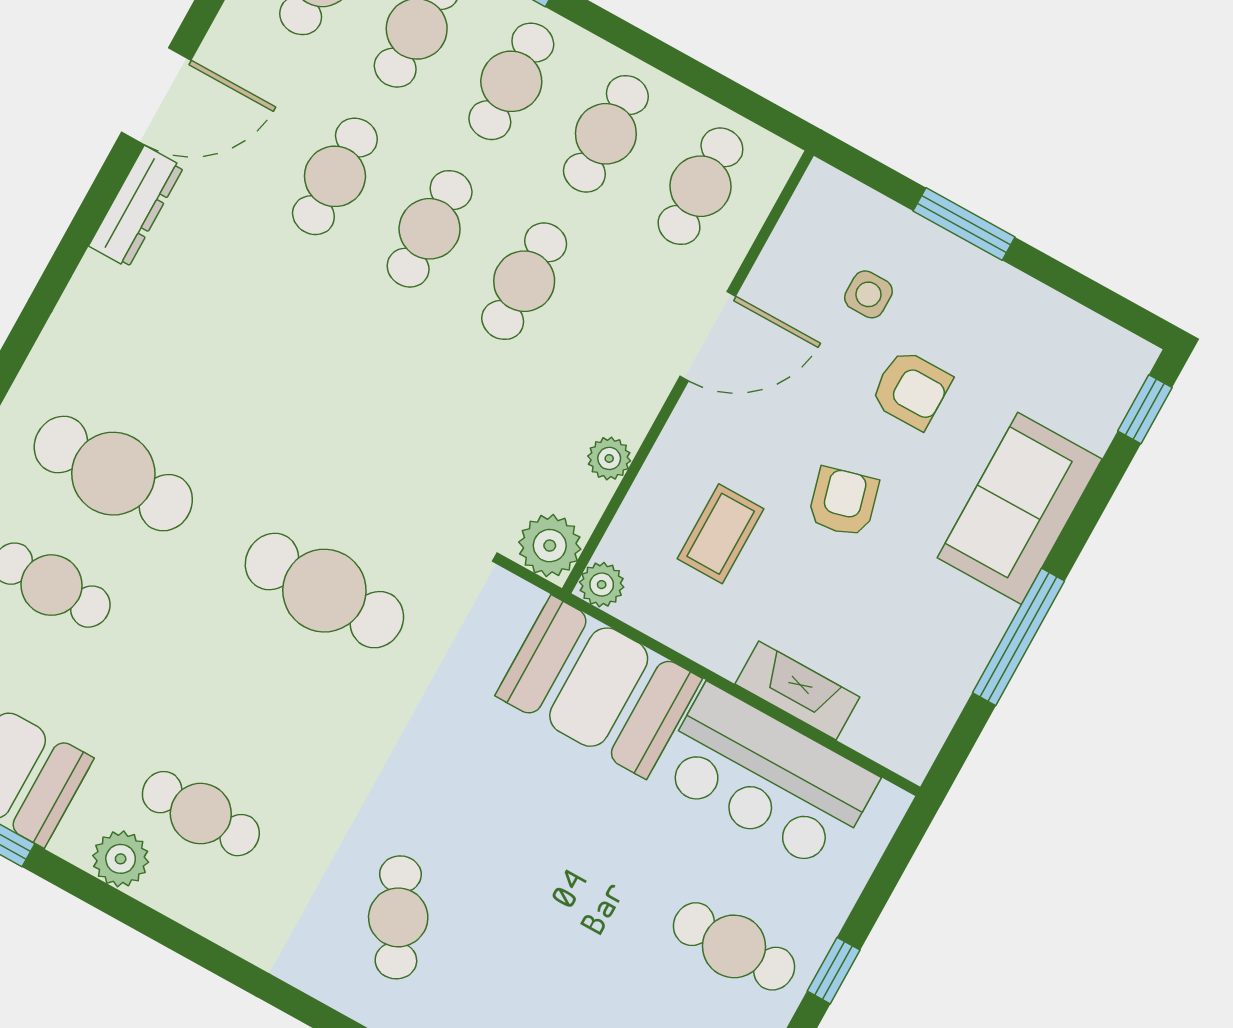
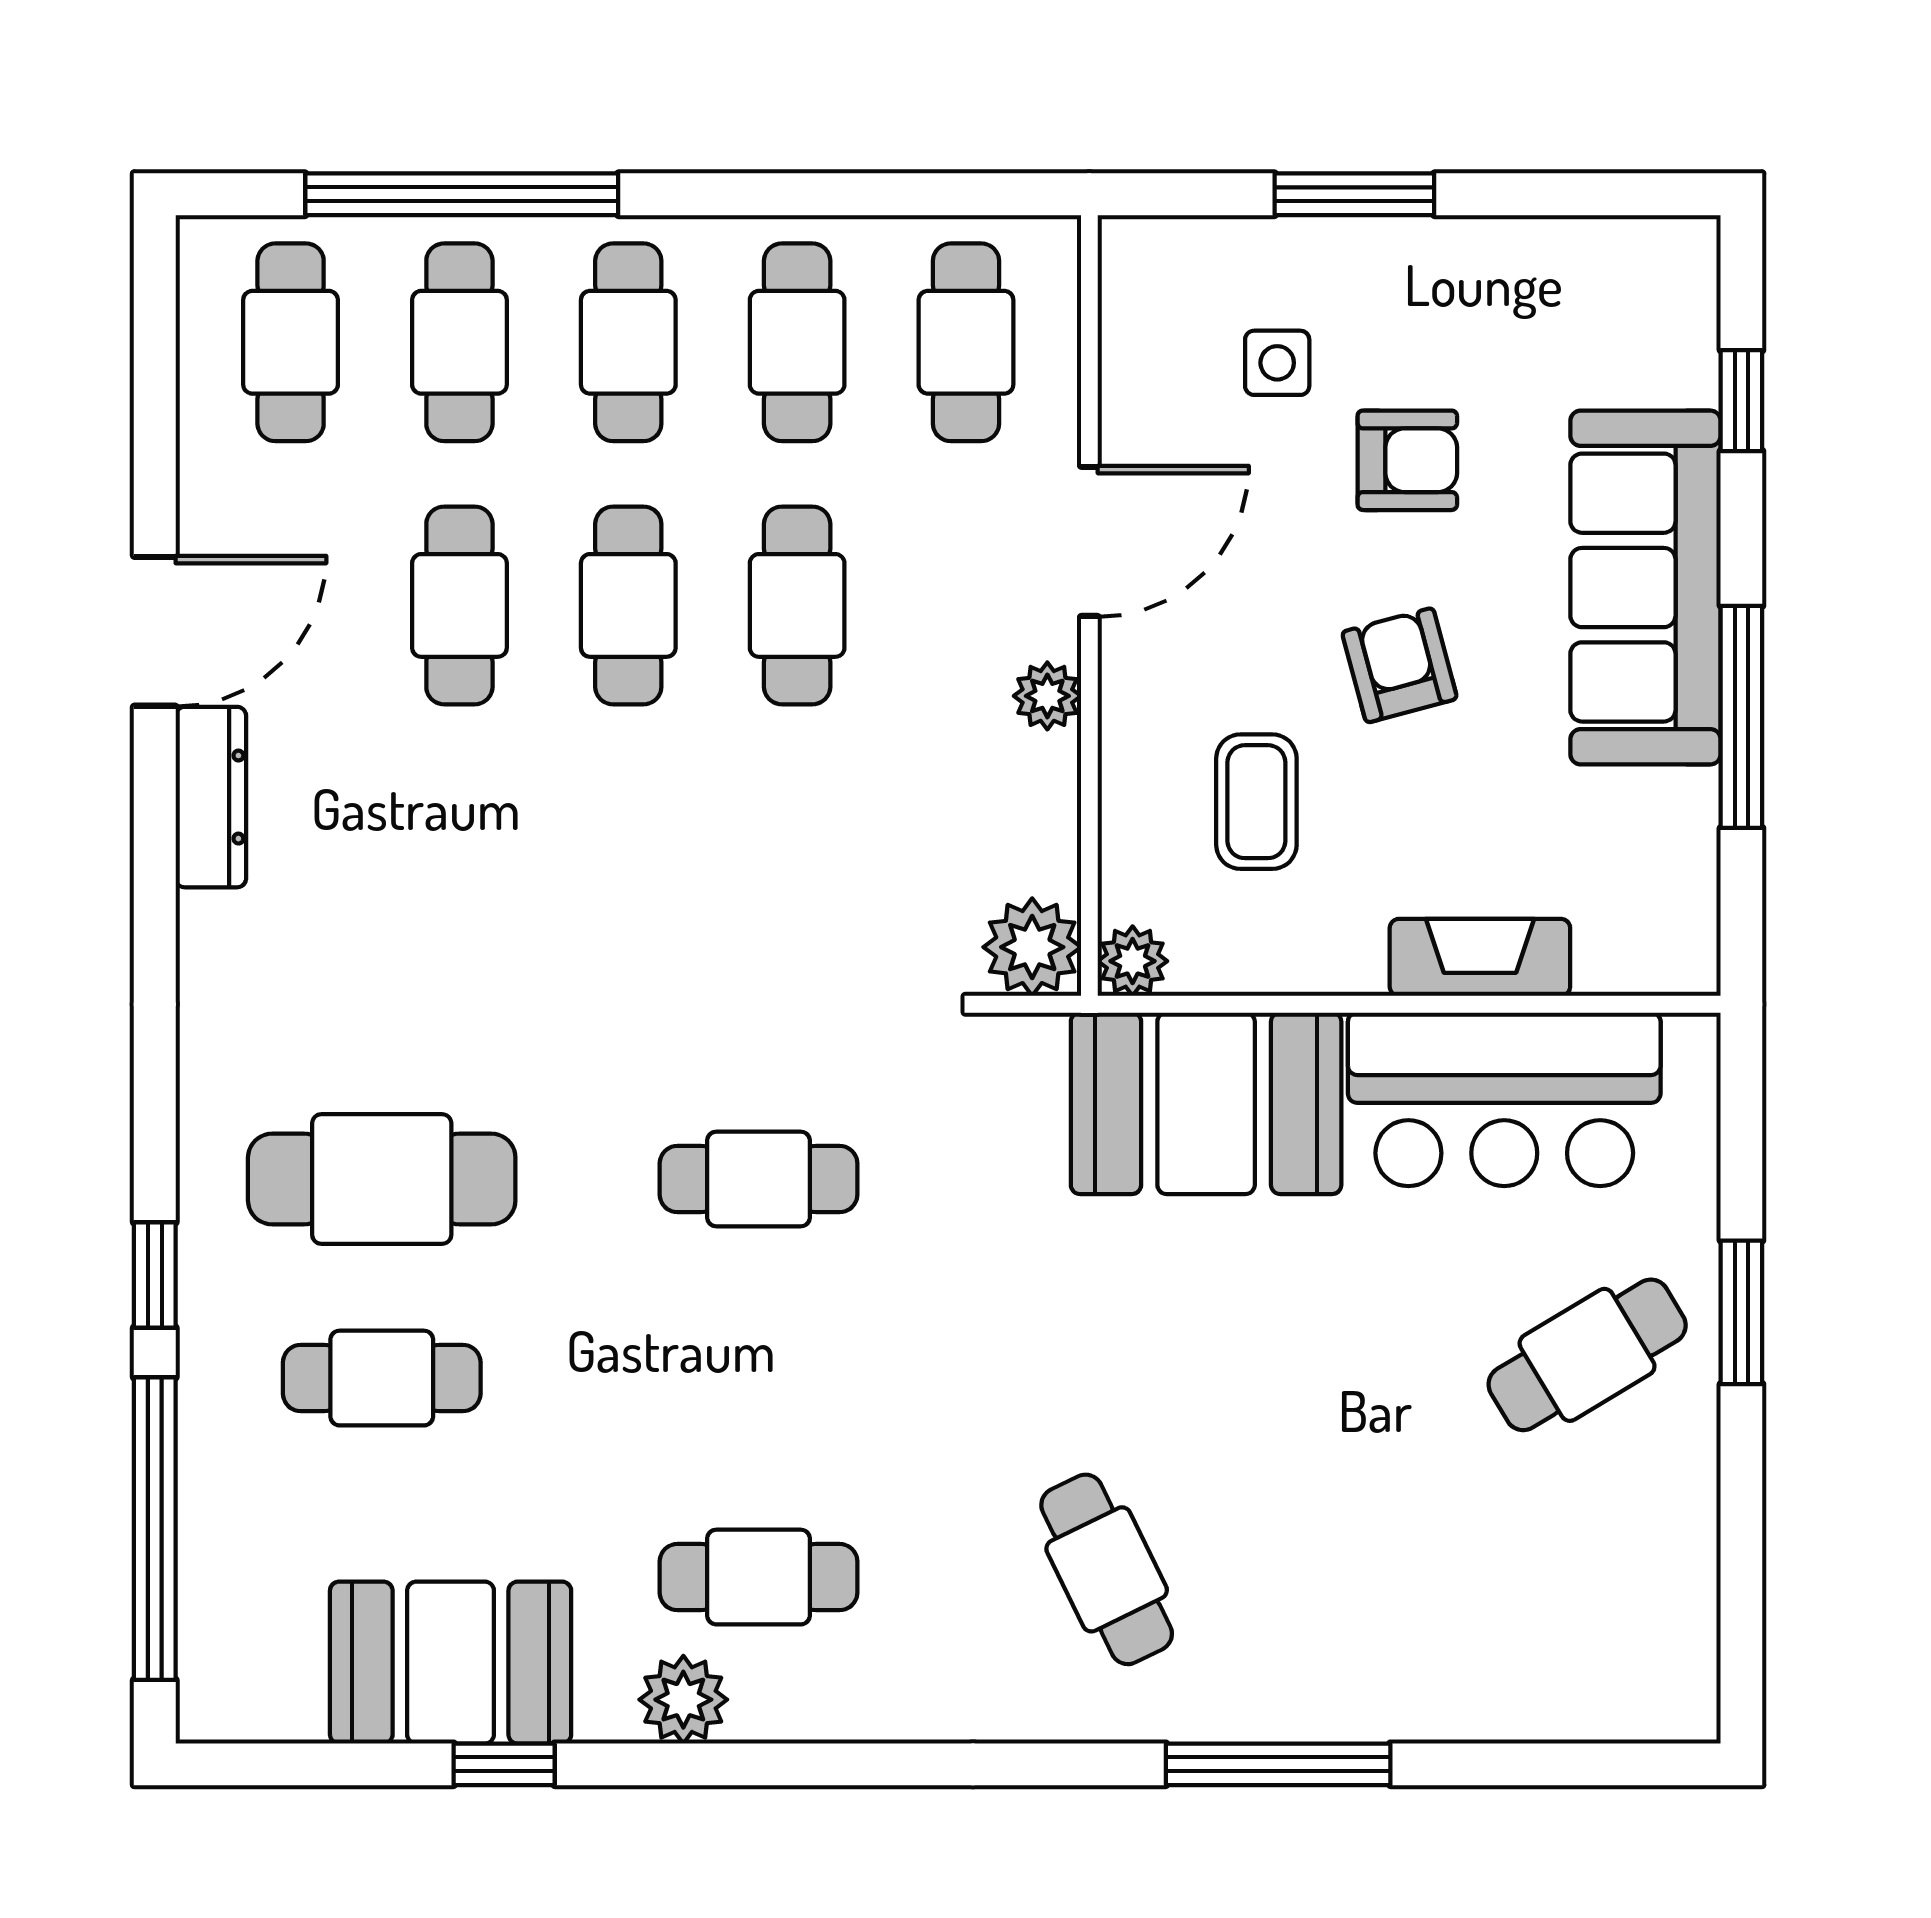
window: (1145, 409) -> (1741, 401), moved
plant: (609, 458) -> (1047, 696), moved
sofa: (1020, 508) -> (1645, 588), width x1.36
cafe table: (324, 591) -> (759, 1179), width x0.73, depth x0.74
cafe table: (734, 946) -> (1587, 1355), turned -31
window: (834, 971) -> (1741, 1312), width x1.50

